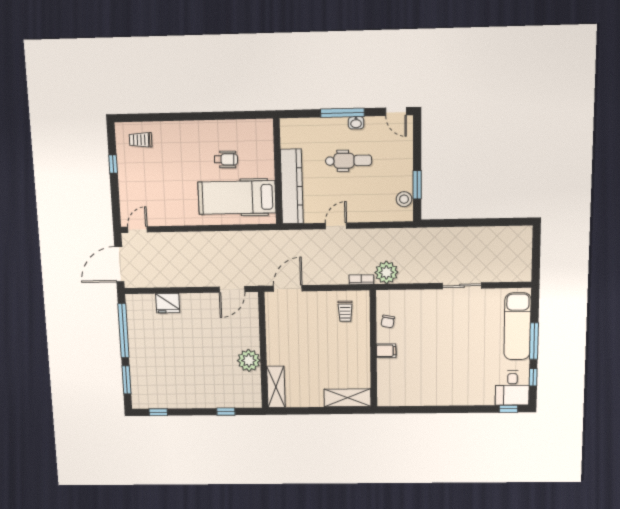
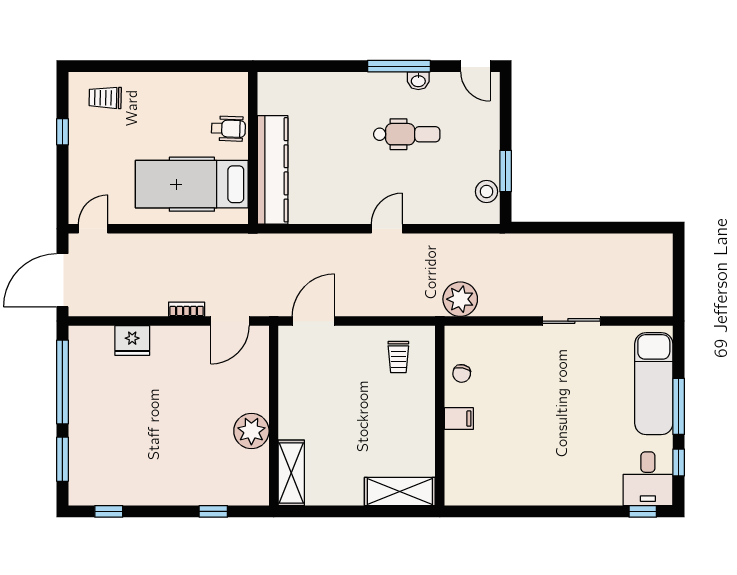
wall: (278, 172) -> (253, 148), moved
kitchen counter: (292, 186) -> (273, 170), moved
hospital bed: (237, 197) -> (192, 184), moved
bookcase: (361, 279) -> (187, 309), moved

